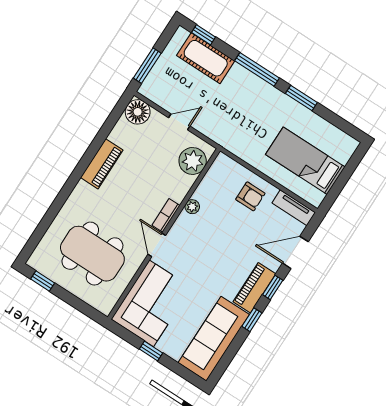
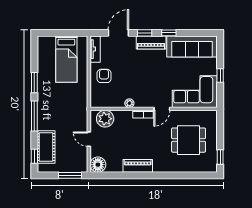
door: (295, 252) -> (118, 33), swing flipped
dining table: (92, 254) -> (189, 140), width x0.73

